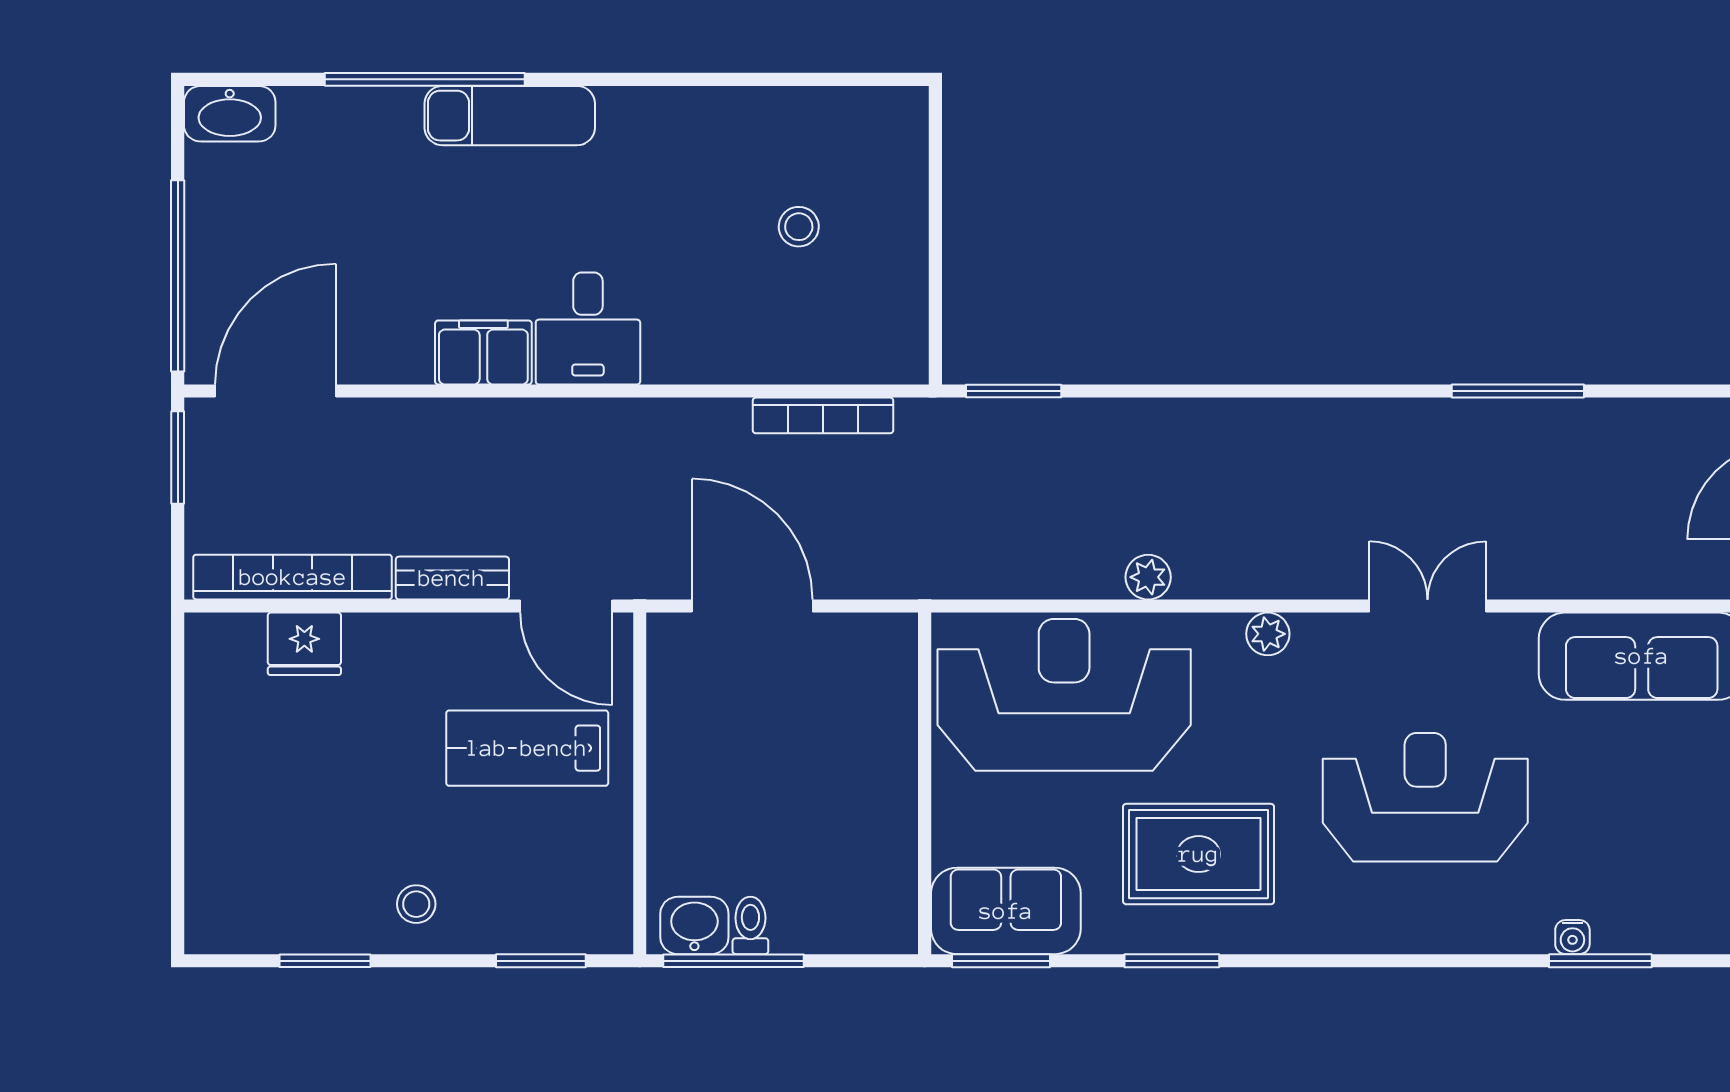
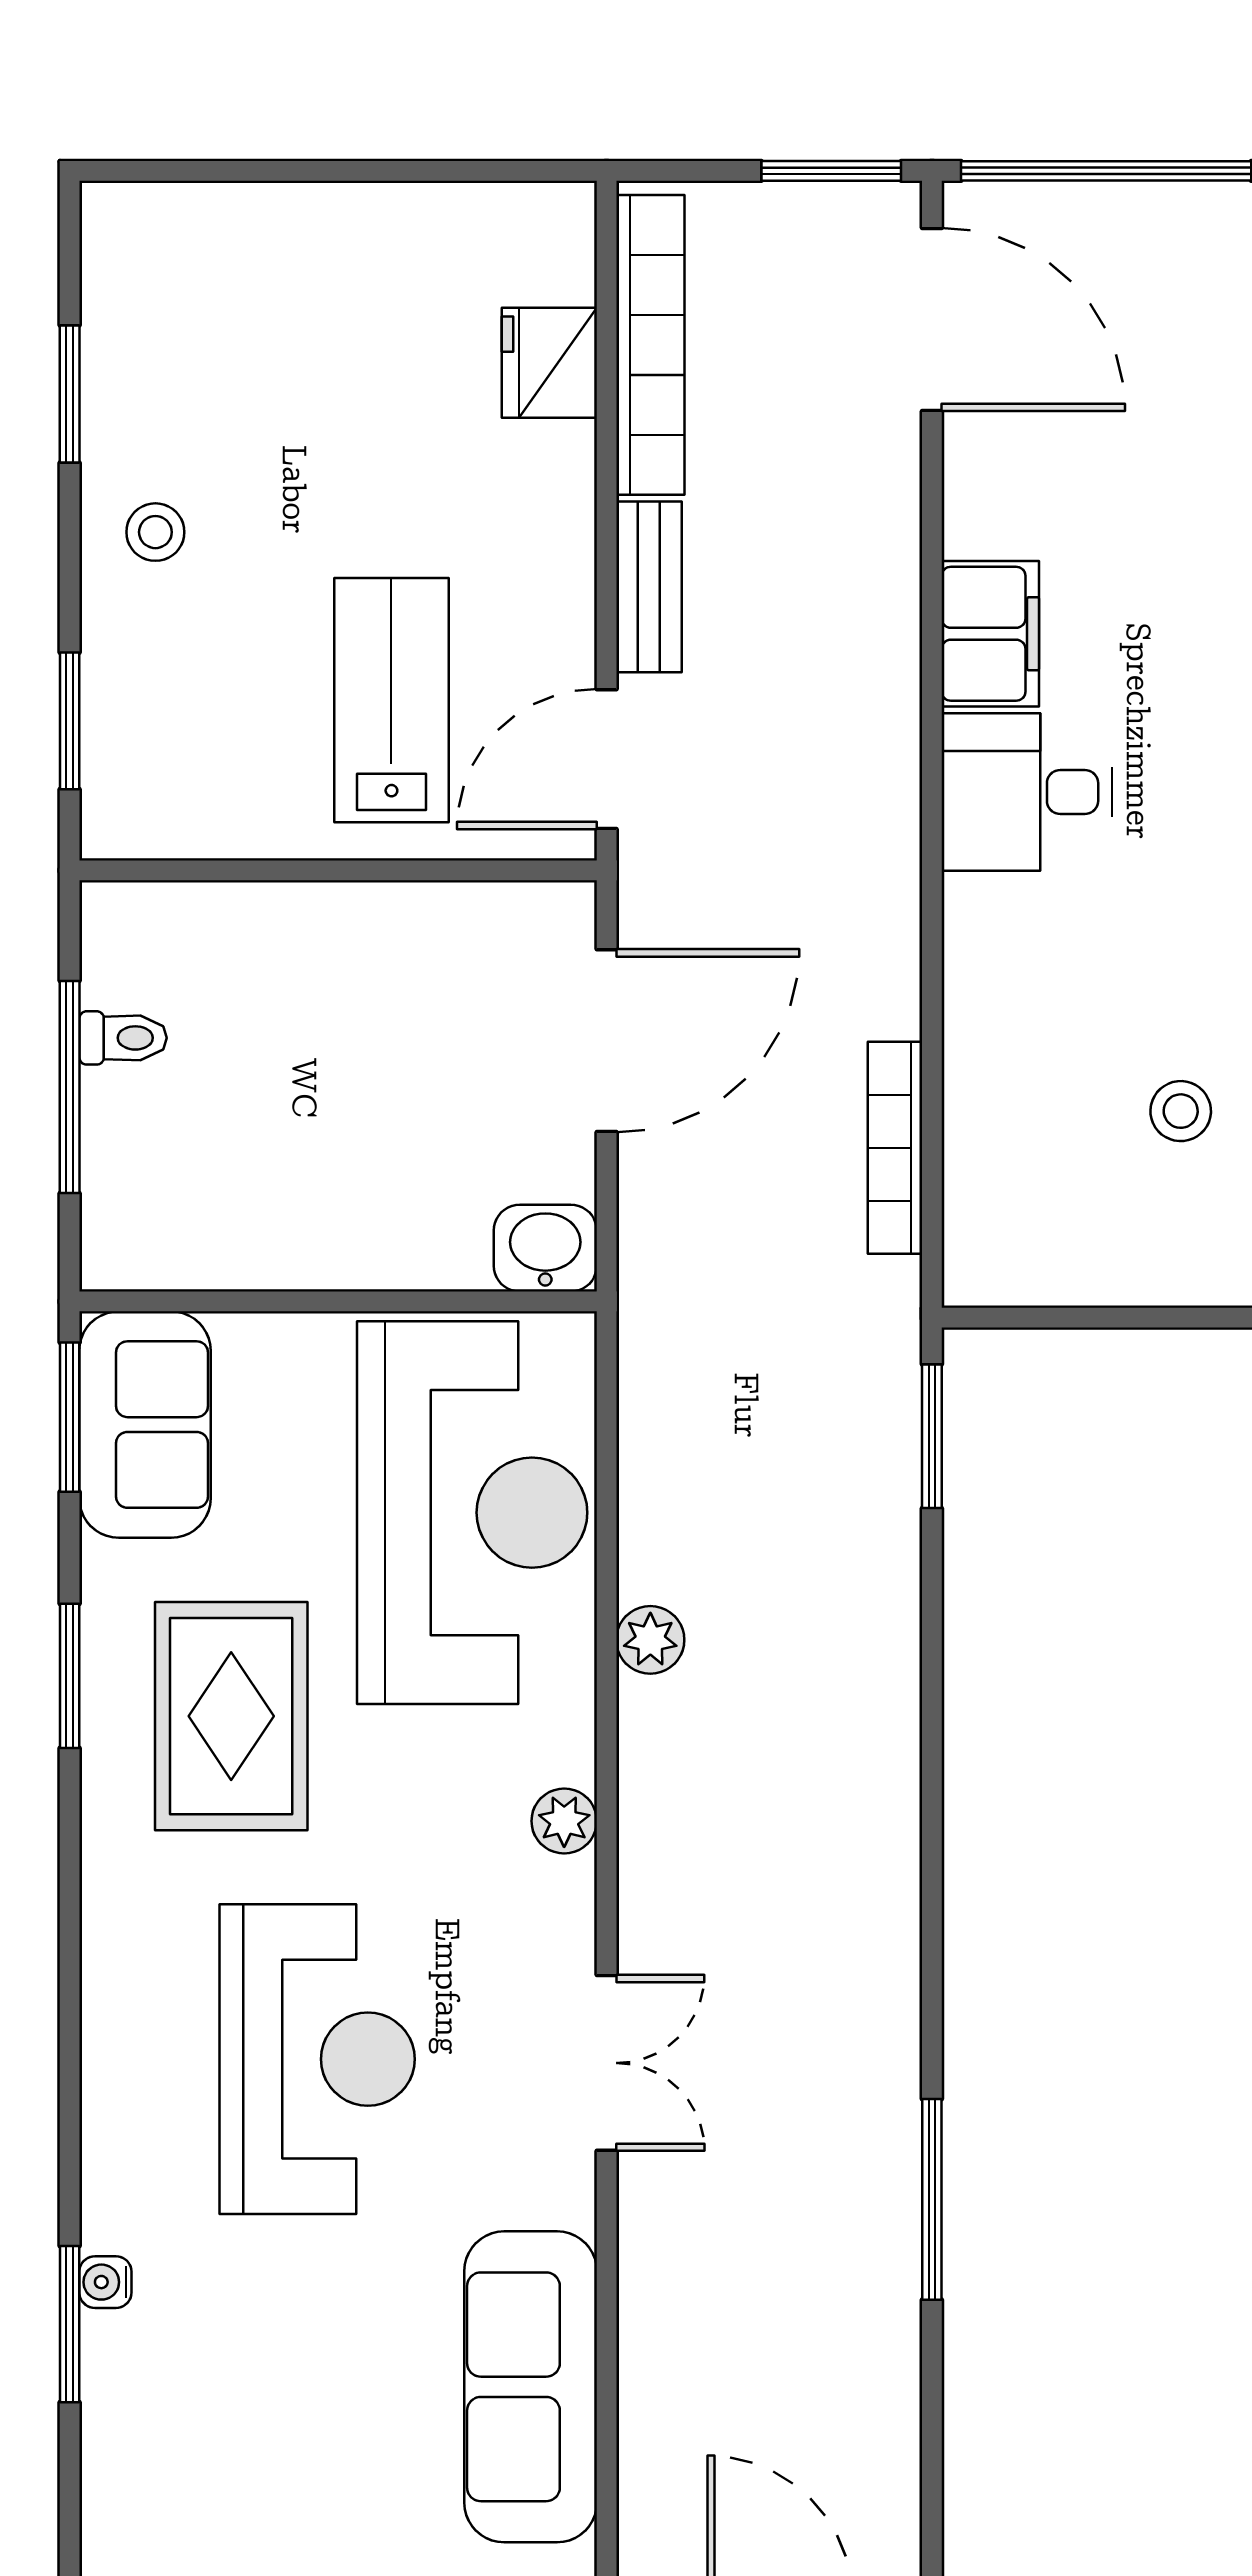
washbasin: (694, 925) -> (545, 1248), moved, turned -90
window: (733, 961) -> (70, 1087), moved

